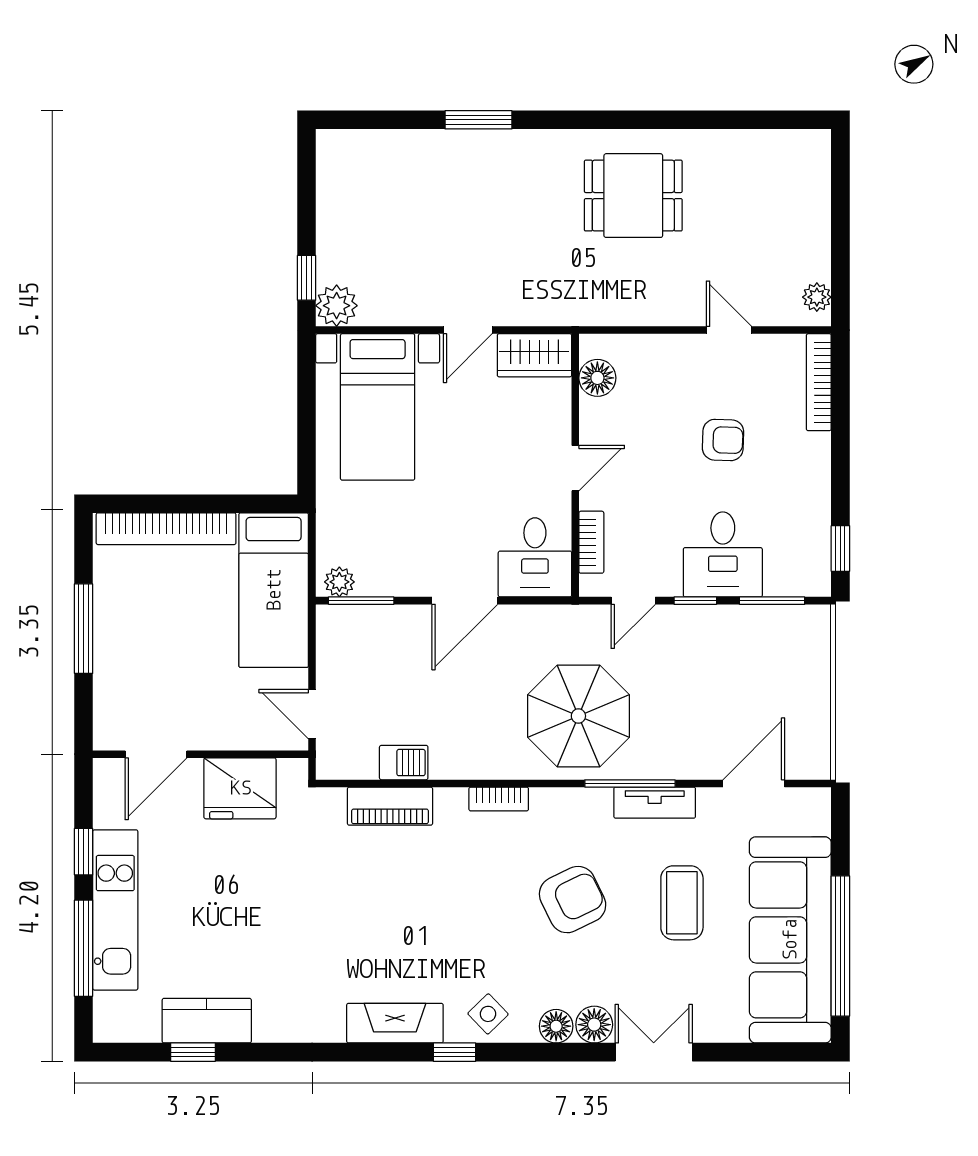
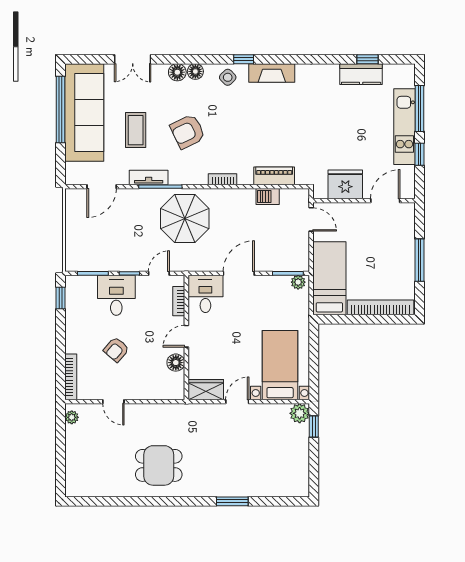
floor lamp: (597, 378) -> (176, 363), moved
armchair: (723, 440) -> (116, 350), turned -51
double door: (654, 1052) -> (133, 59), moved

